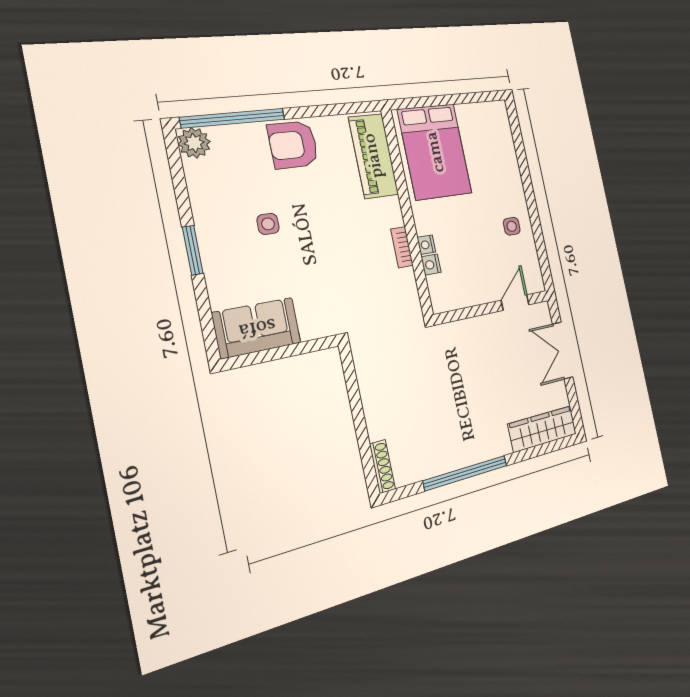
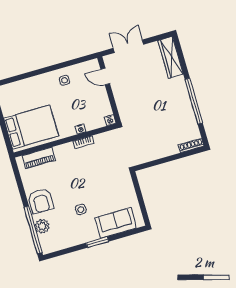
plant: (194, 143) -> (42, 226), moved
piano: (373, 156) -> (39, 158), width x0.73, depth x0.75
nightstand: (431, 265) -> (110, 120), moved
sofa: (257, 328) -> (116, 223), moved, turned 90
double door: (563, 350) -> (128, 46), swing flipped

